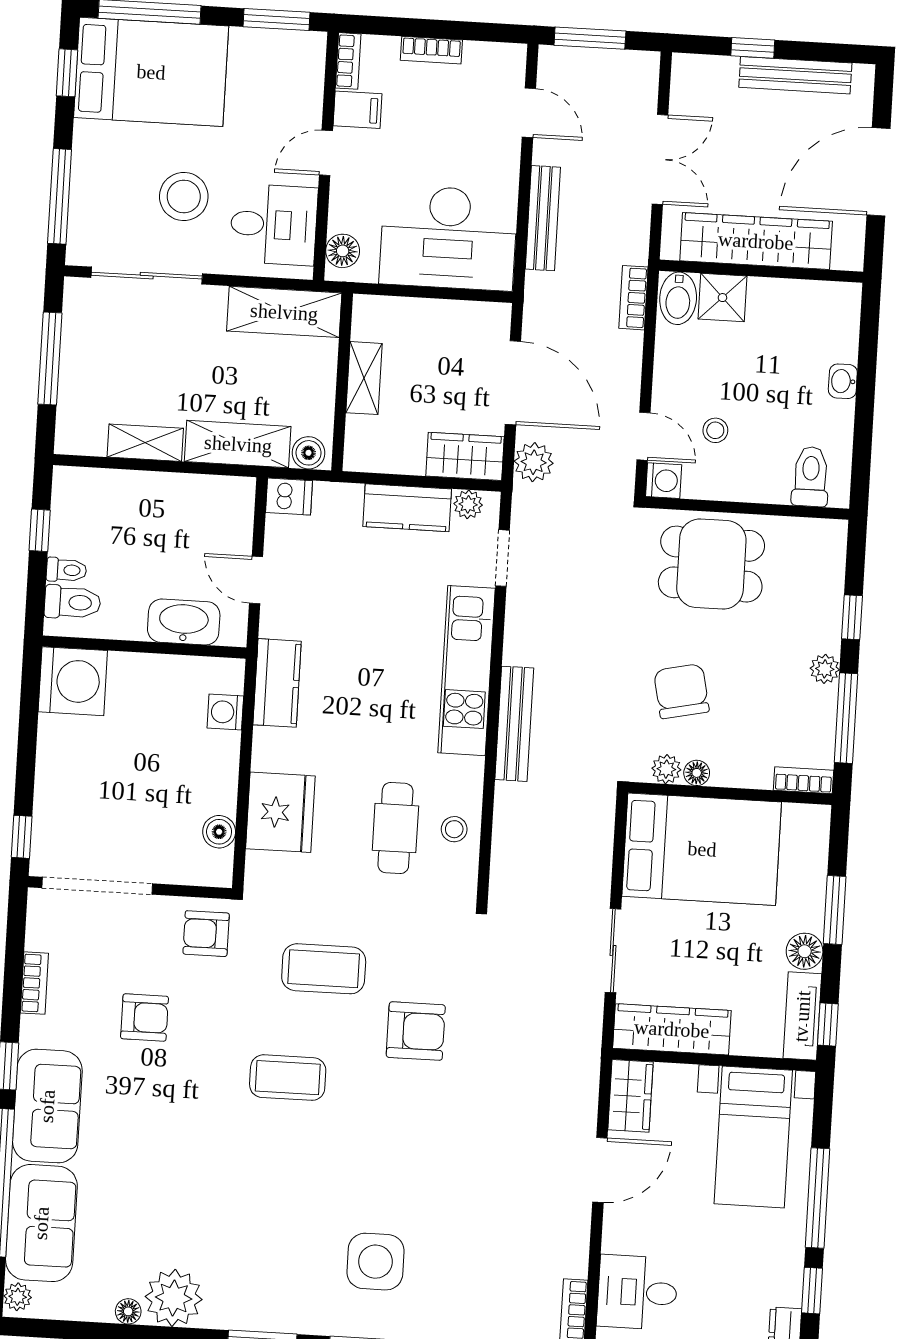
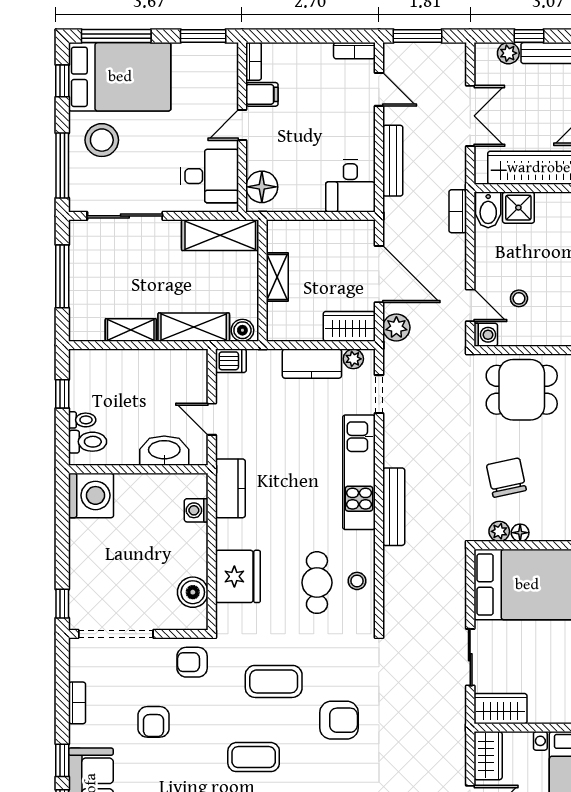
bookcase: (431, 50) -> (354, 51), moved
plant: (721, 71) -> (508, 53), added
stool: (184, 196) -> (102, 140), moved
desk: (448, 238) -> (350, 186), width x0.53, depth x0.77
floor lamp: (343, 251) -> (262, 187), width x1.38, depth x1.38
boiler: (219, 832) -> (193, 592), width x1.36, depth x1.36
armchair: (145, 1018) -> (153, 722), turned 90
wardrobe: (672, 1029) -> (500, 709), width x0.67

